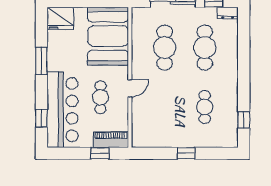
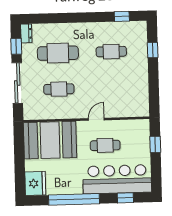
cafe table: (165, 48) -> (59, 89), width x0.73, depth x0.74
window: (41, 61) -> (74, 199), width x2.11
door: (130, 88) -> (96, 119), hinge flipped
piano: (111, 140) -> (143, 135), removed
window: (186, 153) -> (153, 50), moved

